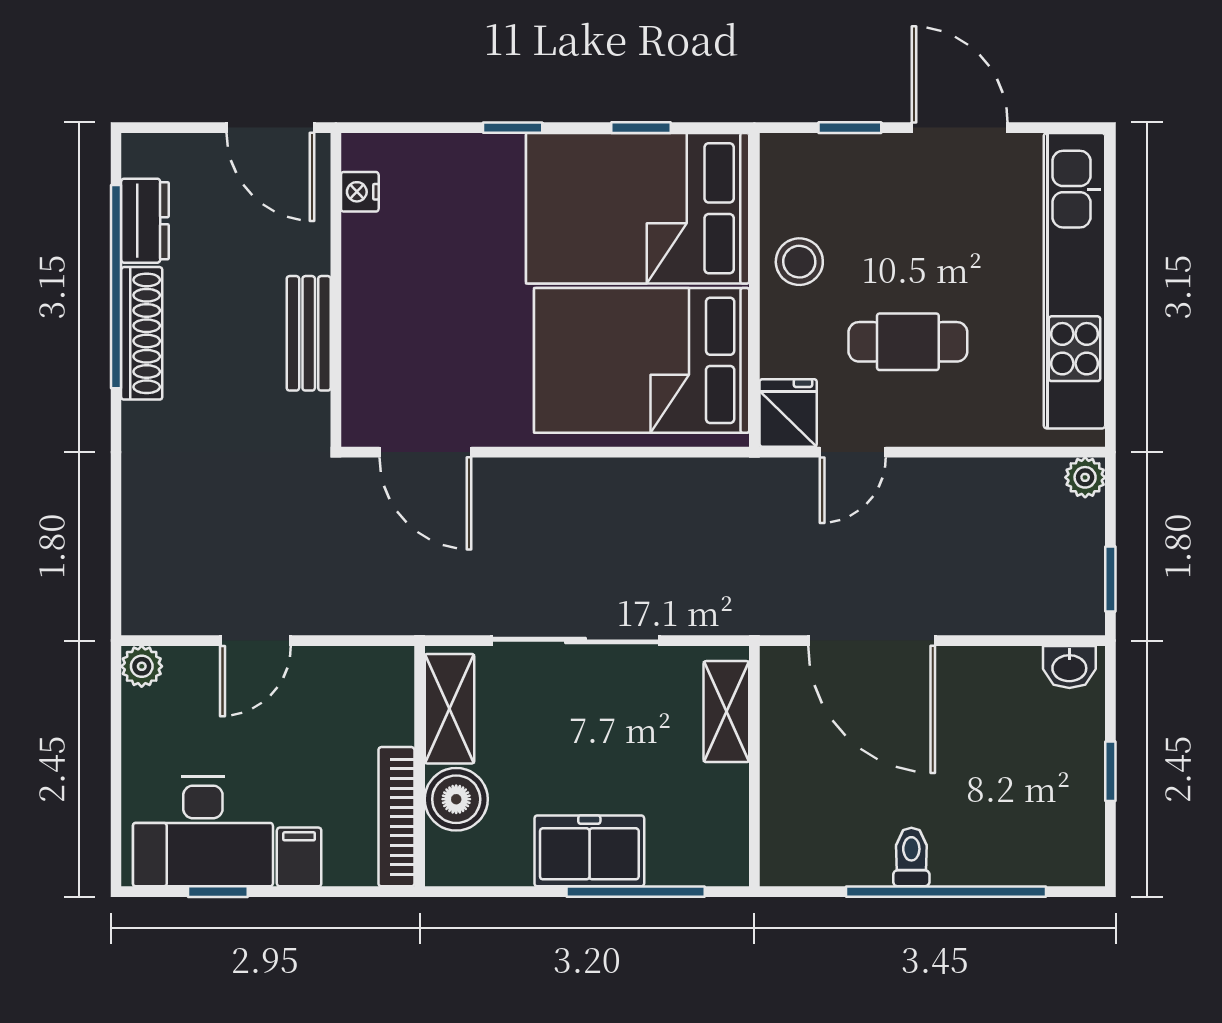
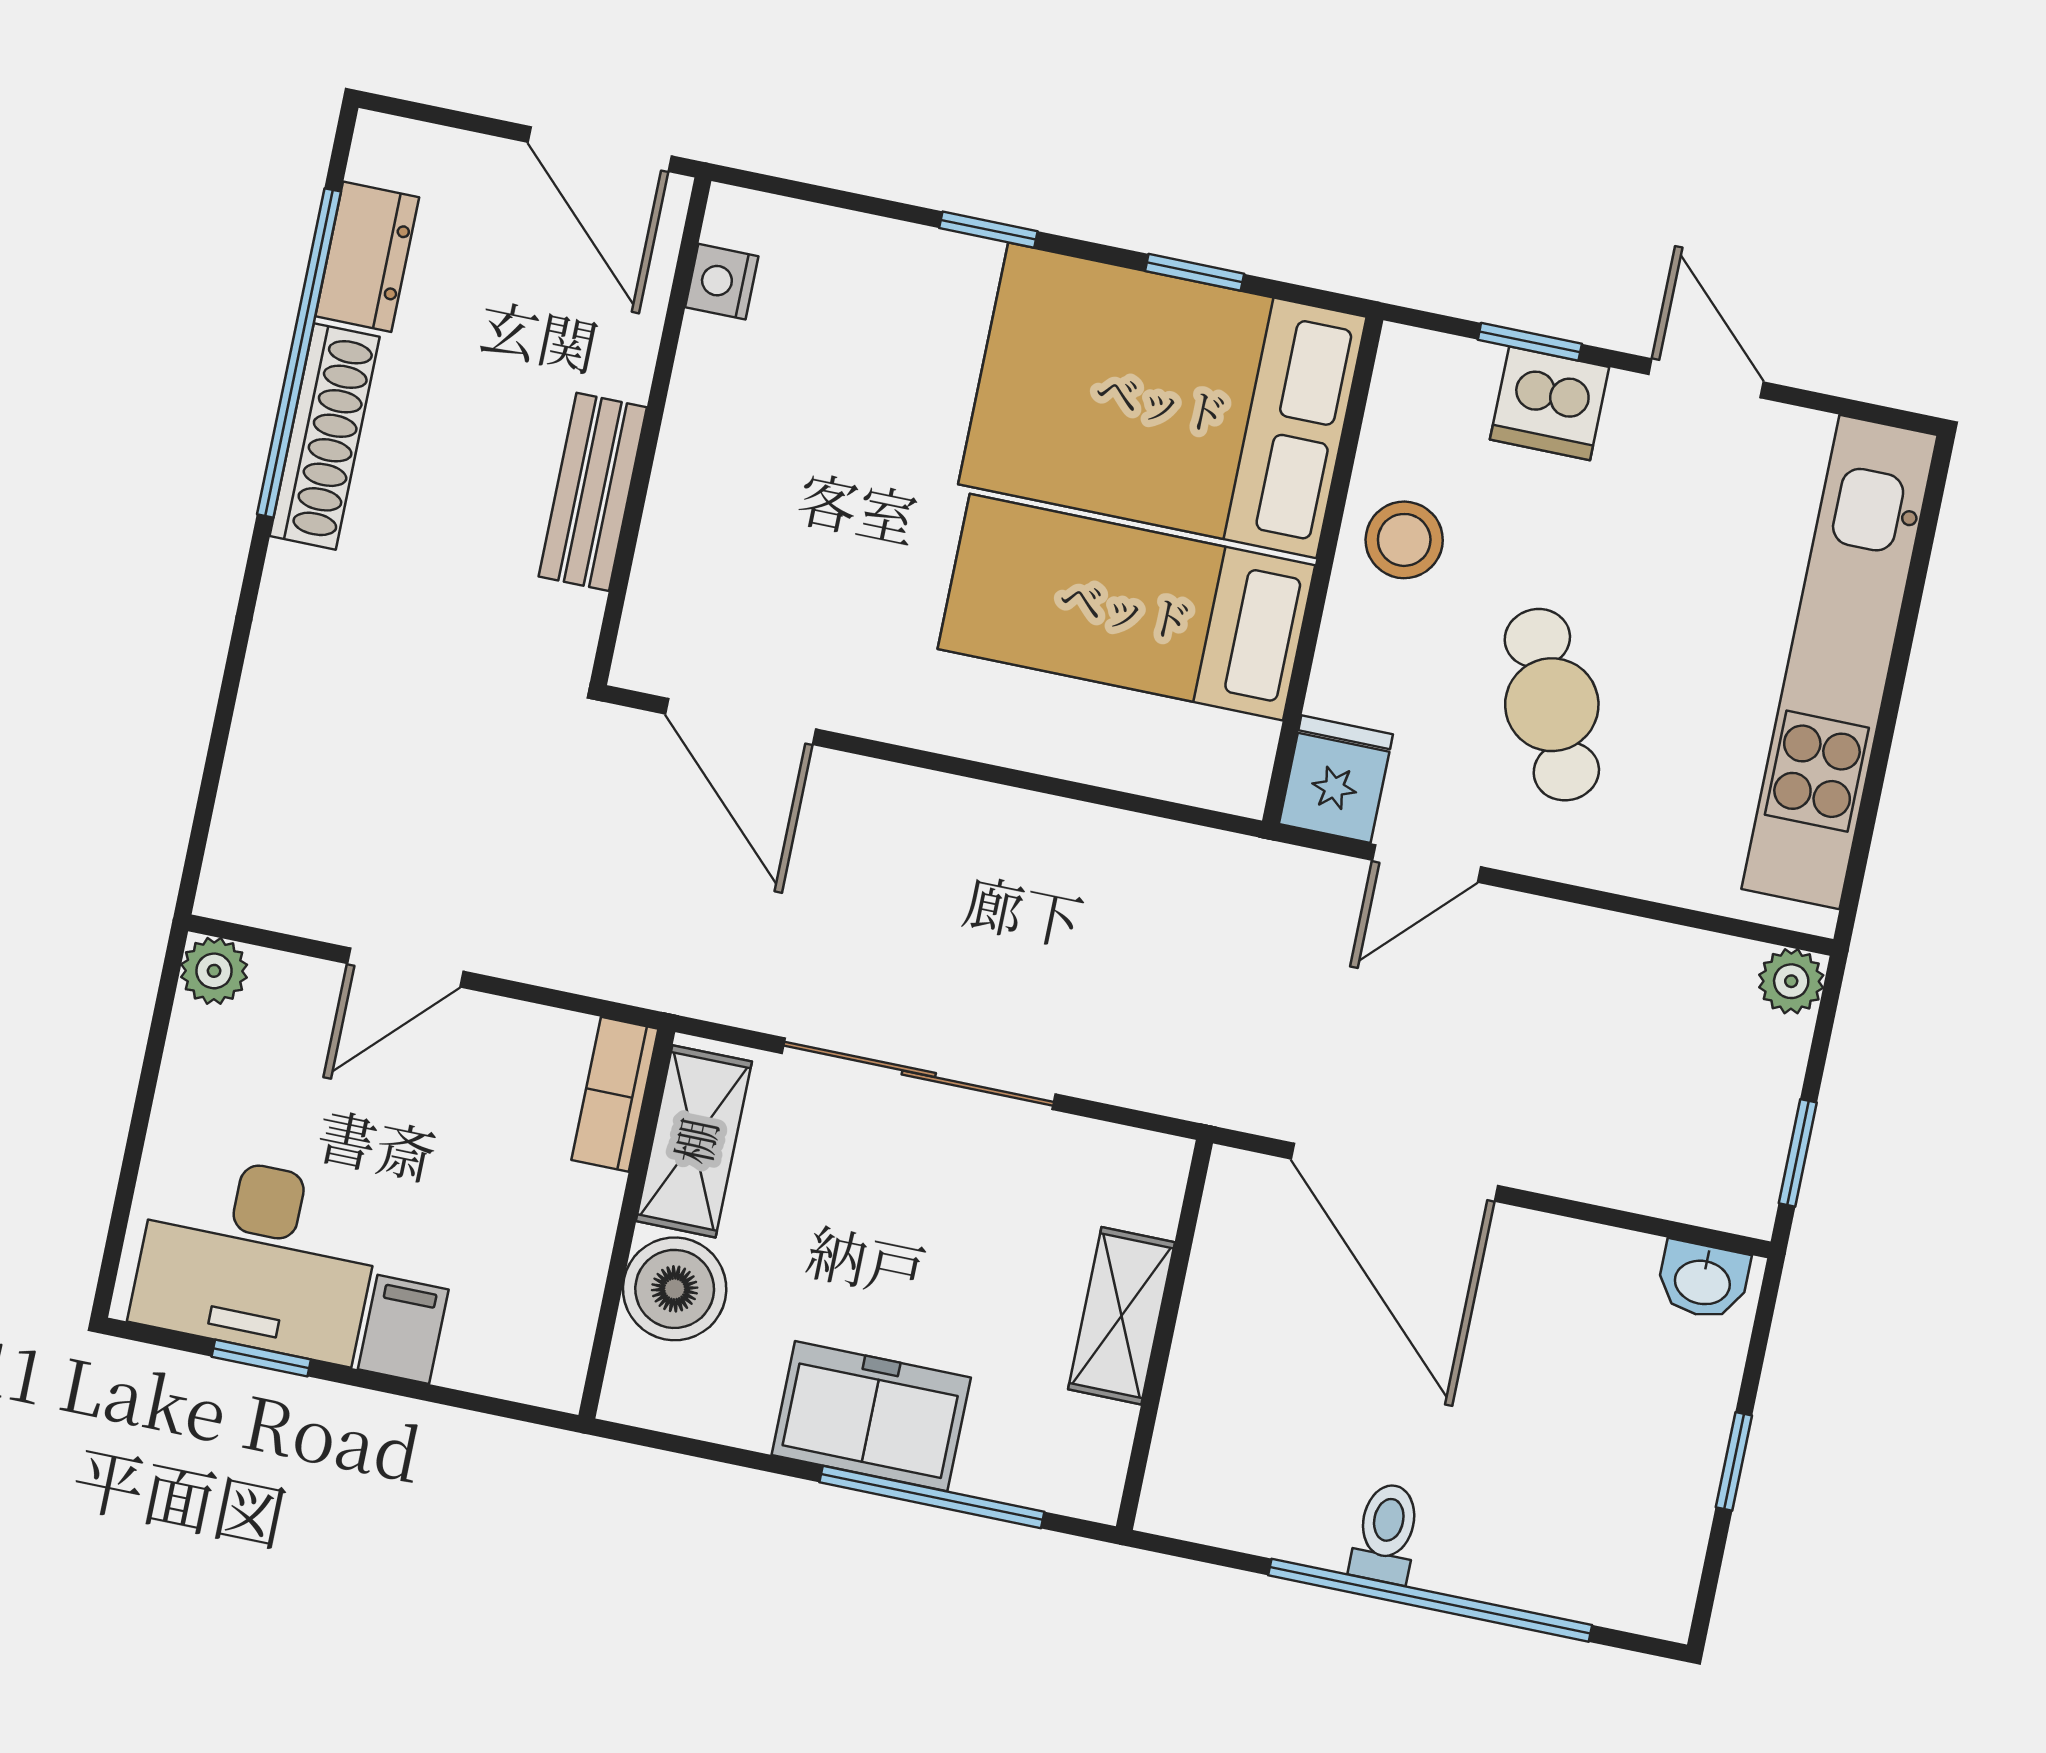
door: (960, 128) -> (1706, 378), width x0.73
dishwasher: (869, 162) -> (1550, 403), added
cafe table: (908, 342) -> (1552, 705), turned 66
bed: (642, 360) -> (1126, 607), width x0.67
shelving: (726, 712) -> (1121, 1316), moved
bookcase: (396, 817) -> (615, 1094), moved, width x0.64

